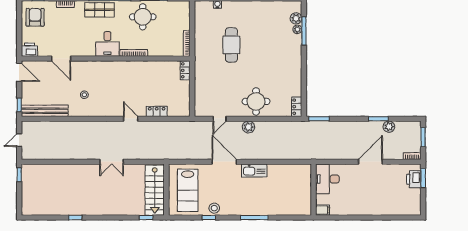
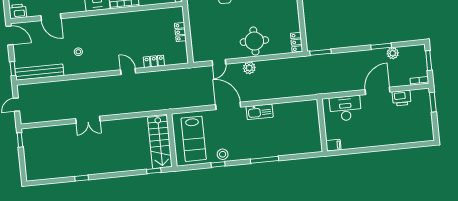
locker: (185, 70) -> (180, 32), moved
double door: (112, 162) -> (88, 120), moved
desk: (327, 179) -> (345, 108), moved, turned 90
printer: (414, 179) -> (402, 98), moved, turned -90

